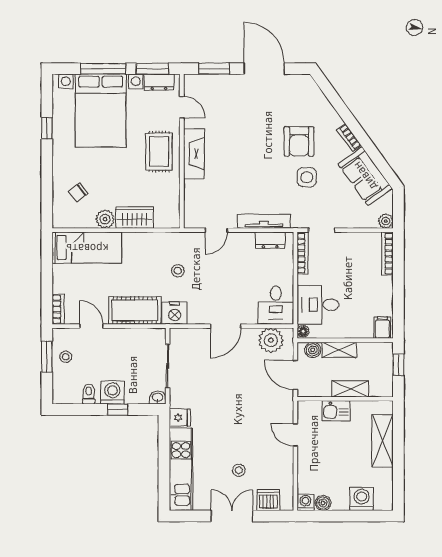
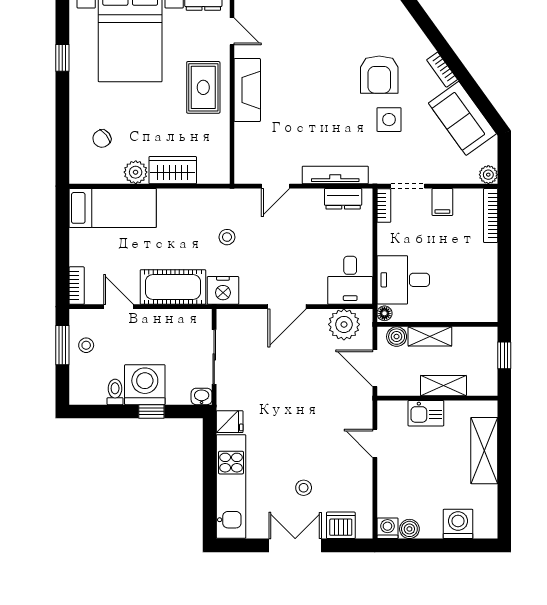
bookcase: (303, 253) -> (384, 206), width x0.64
filing cabinet: (382, 328) -> (442, 202), moved, turned 180
washing machine: (112, 392) -> (145, 385), width x1.37, depth x1.37

